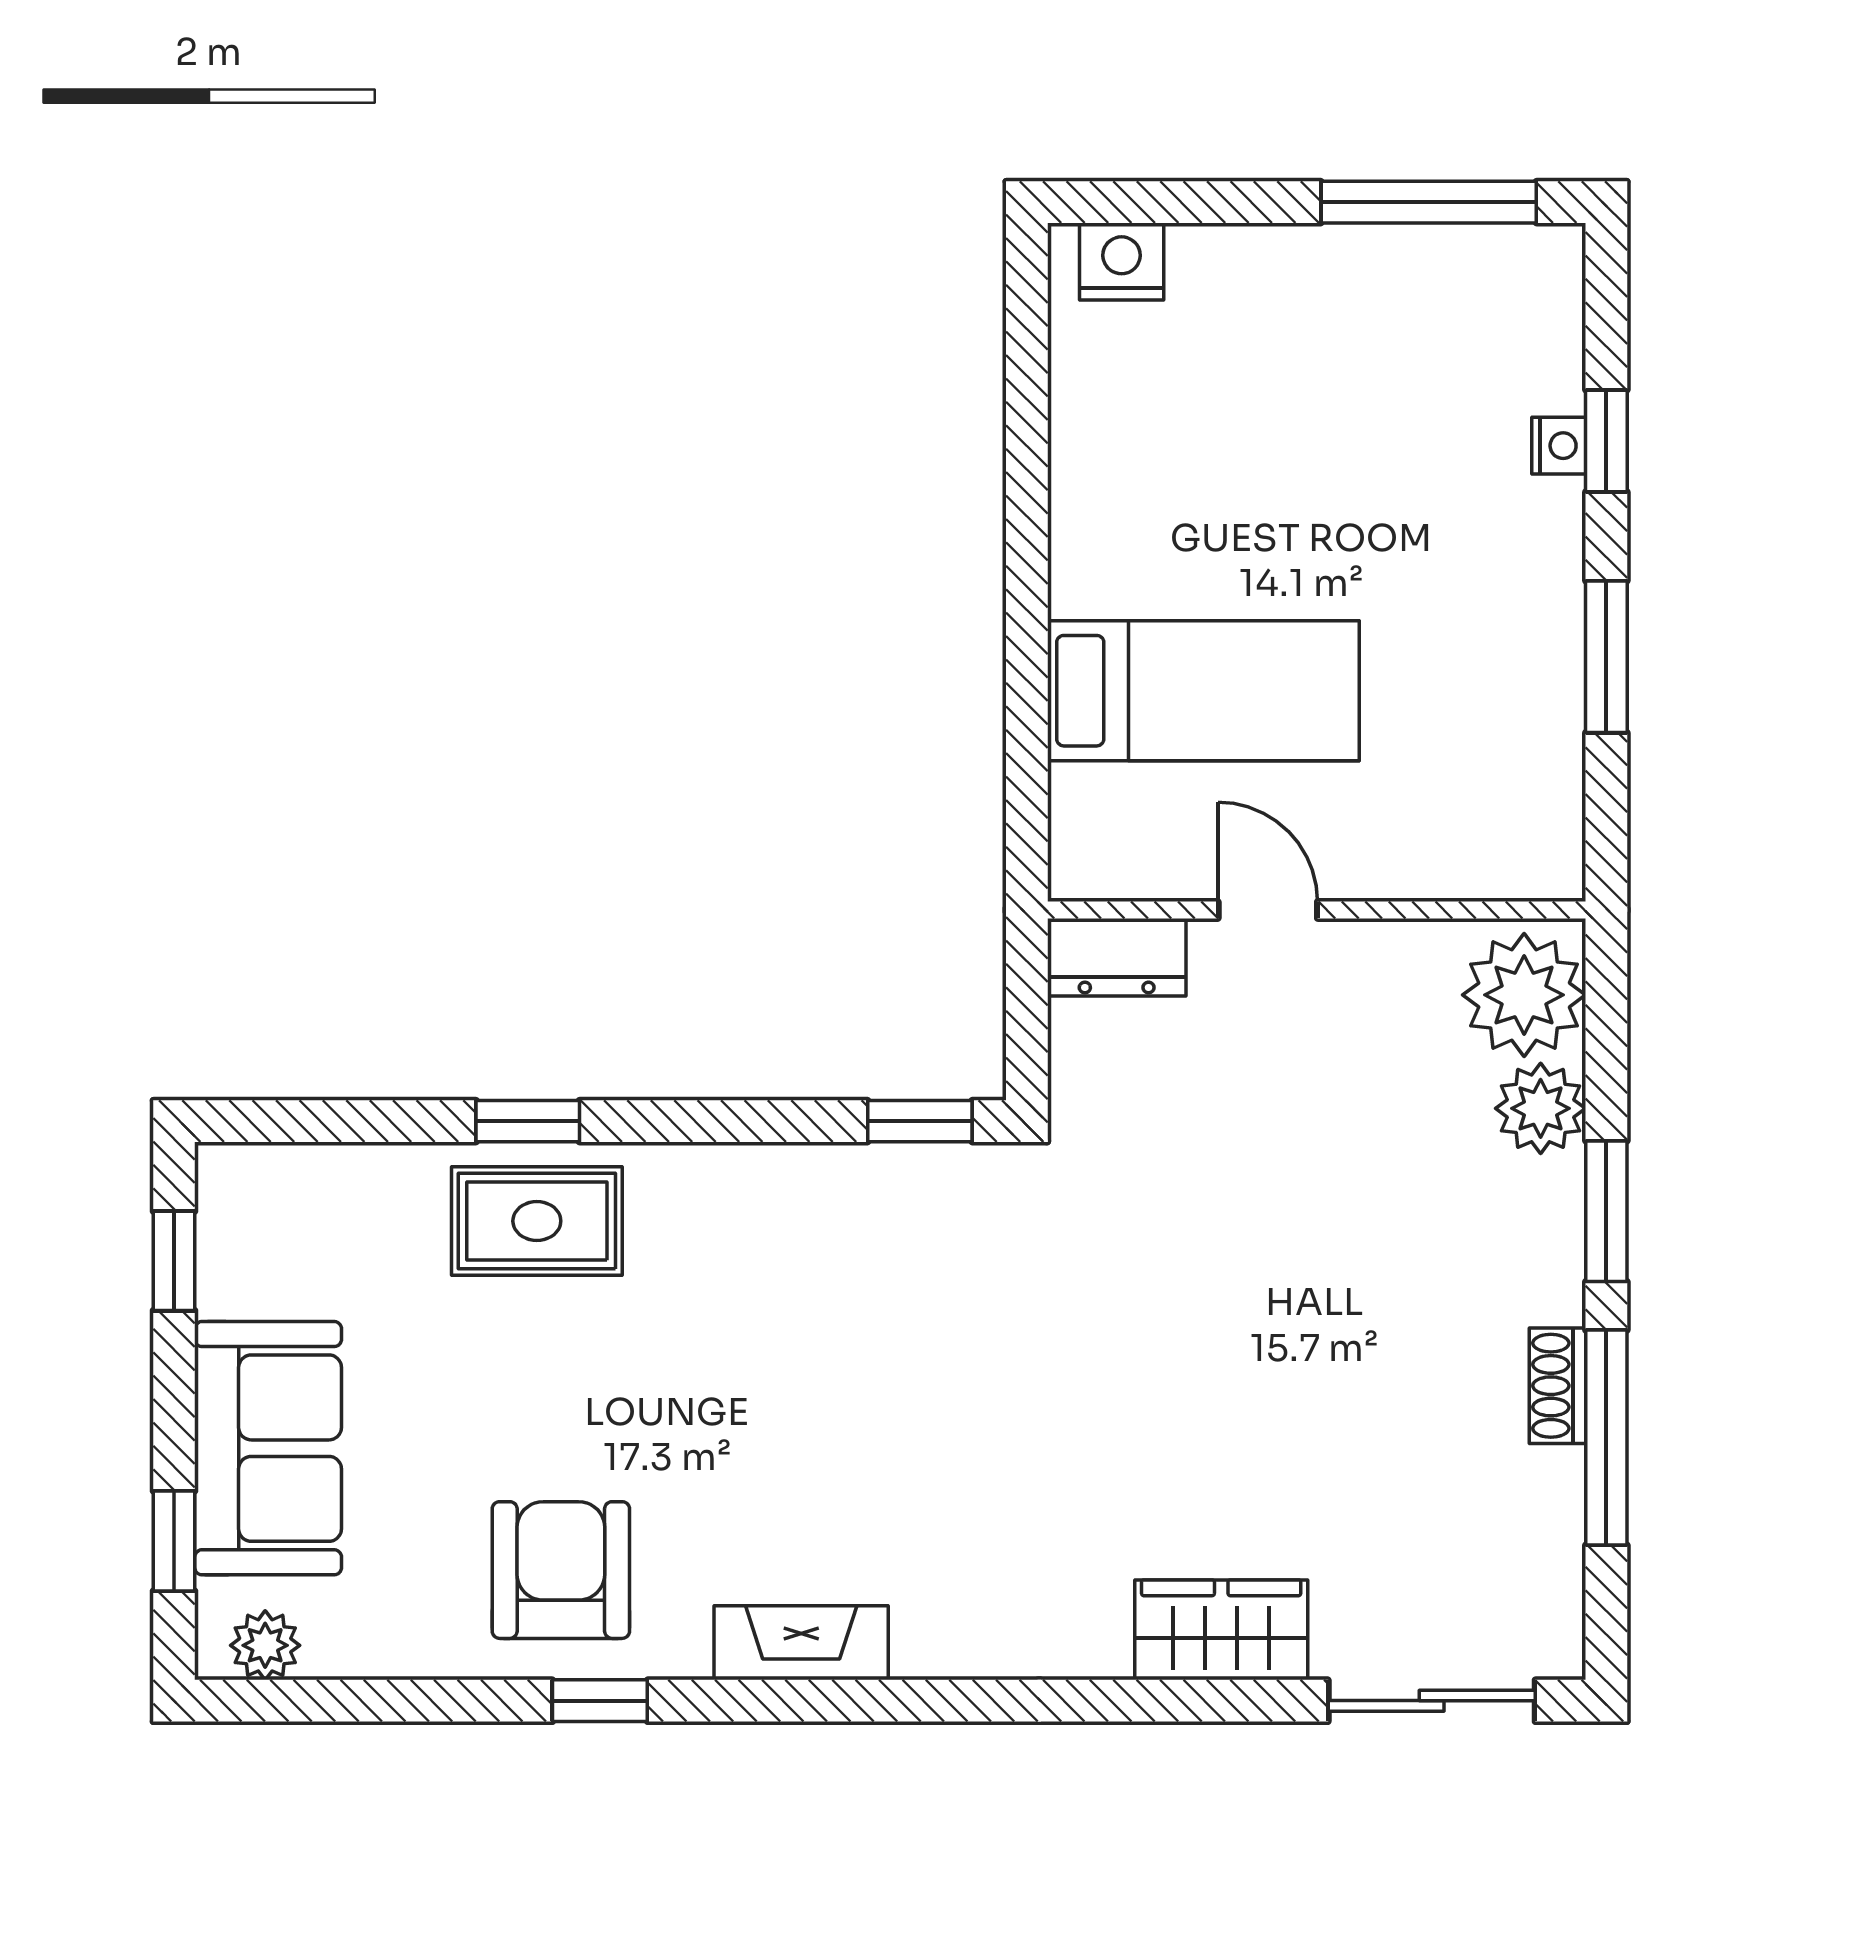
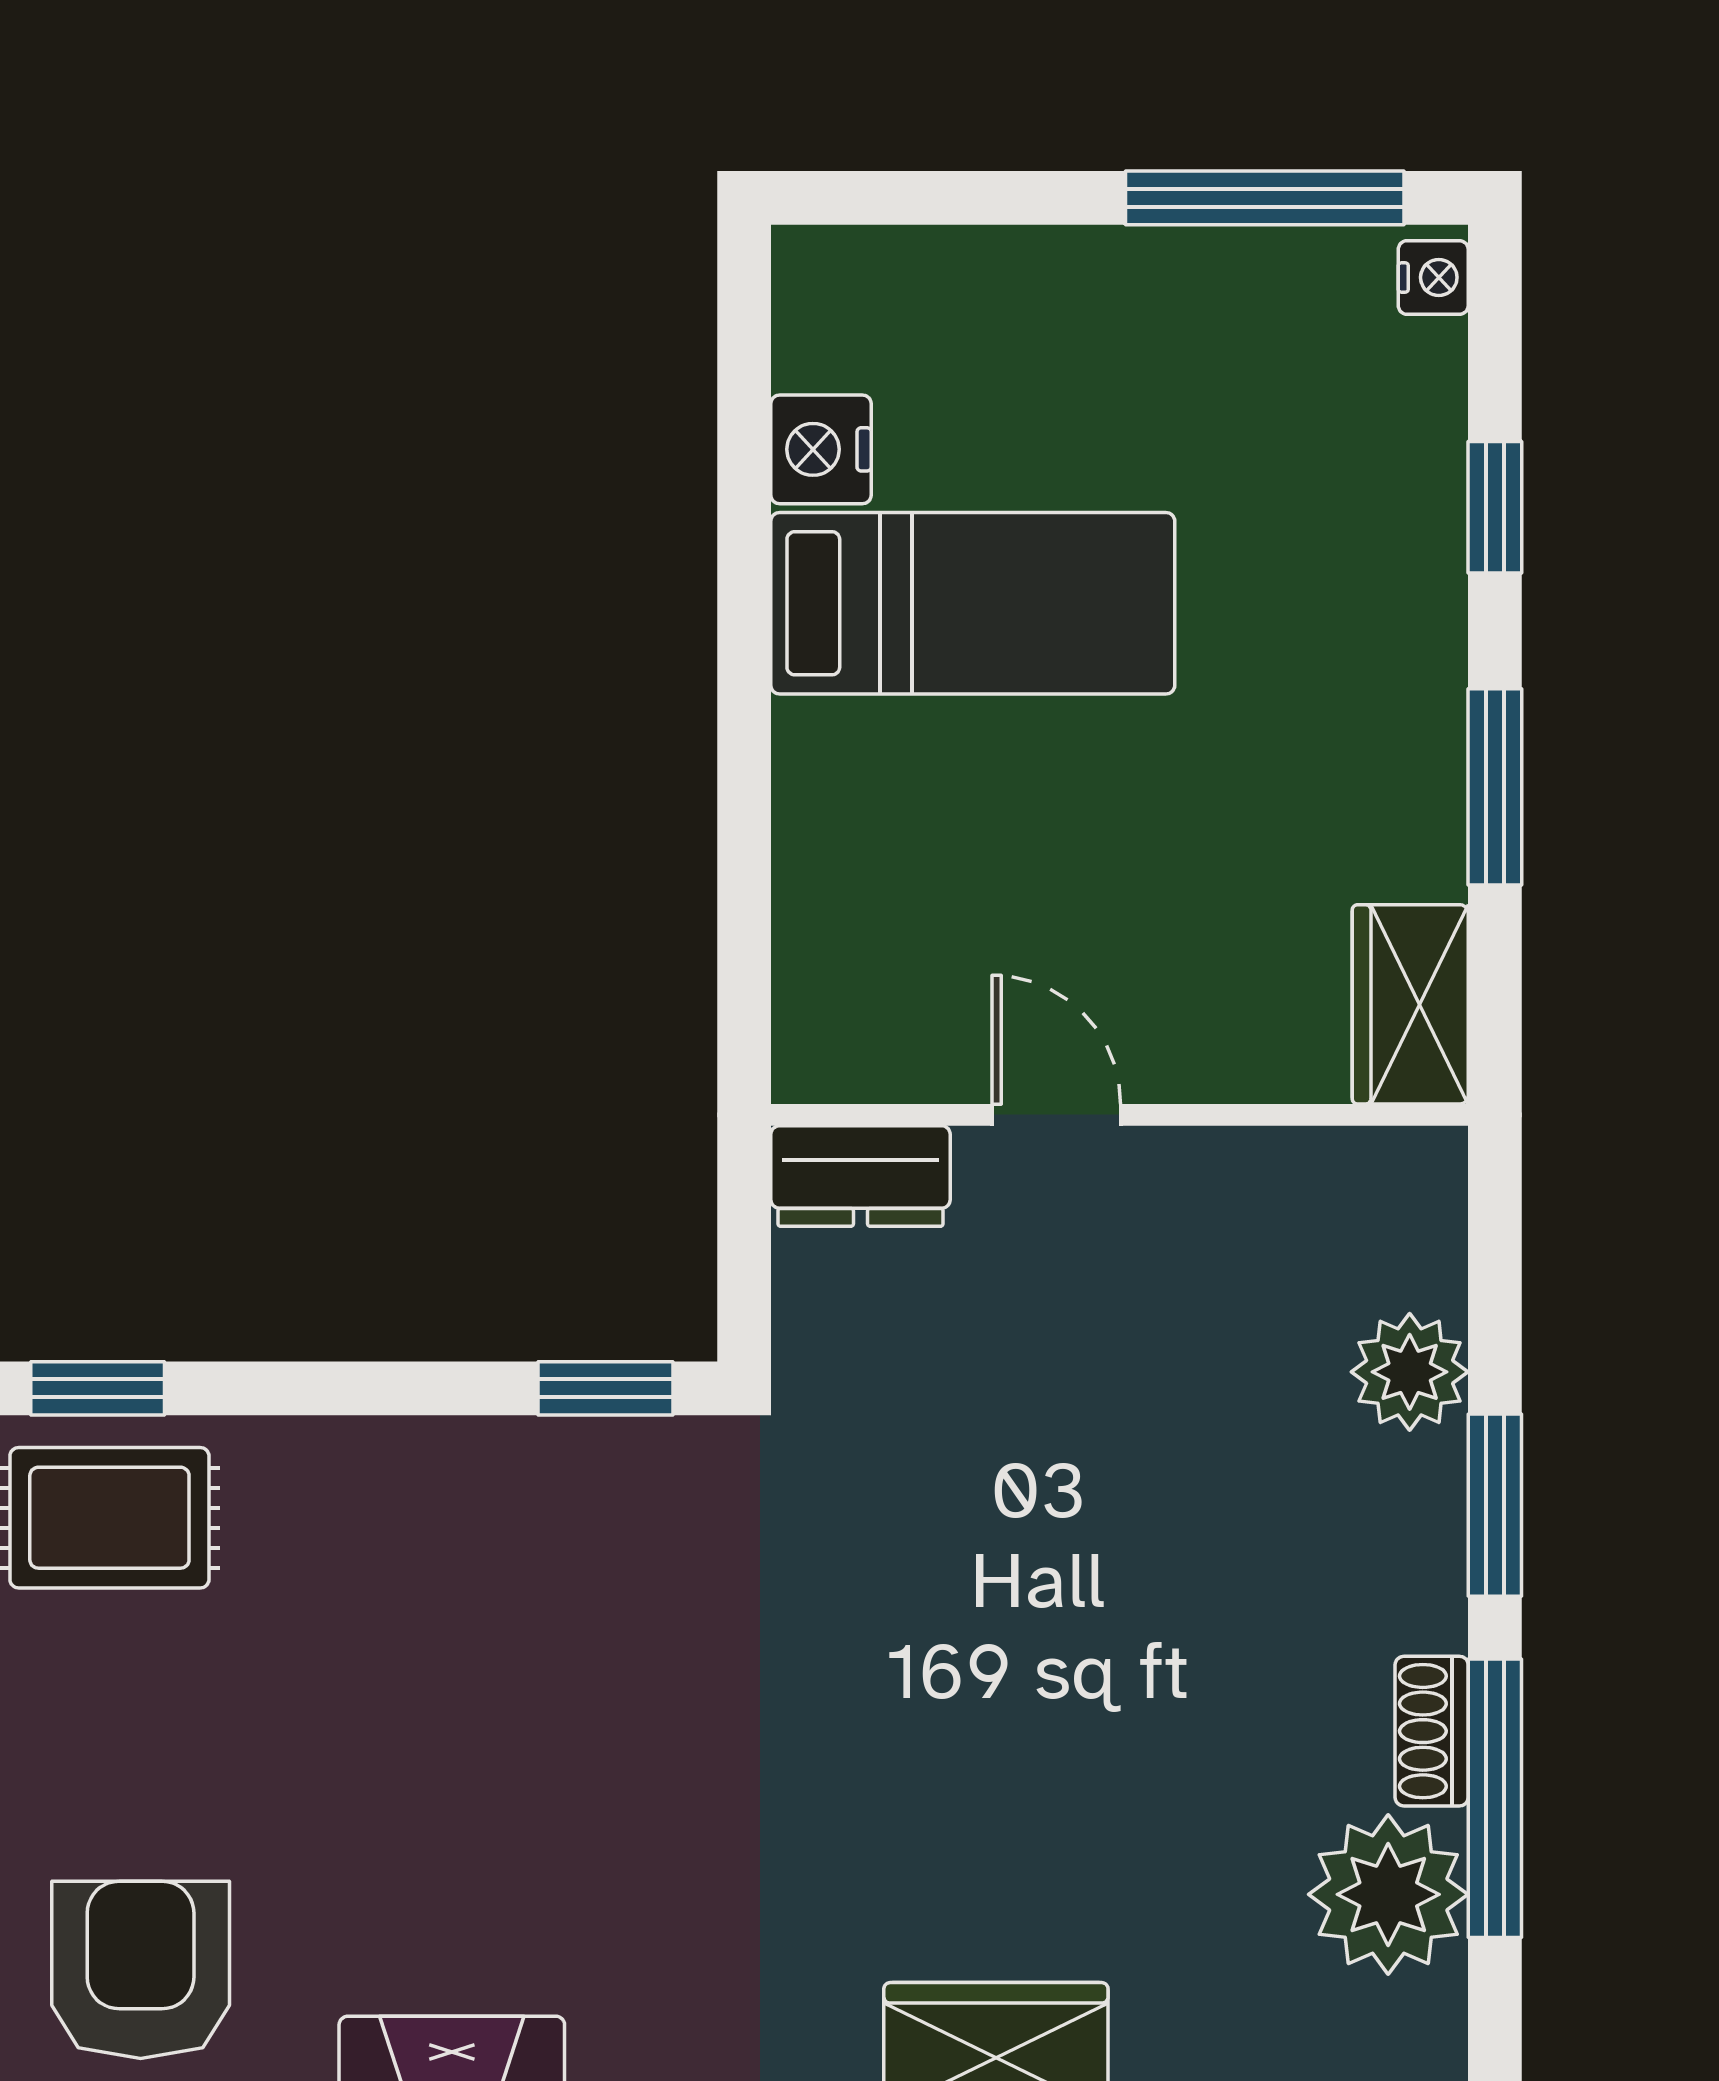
nightstand: (1122, 261) -> (821, 449), moved, turned -90
nightstand: (1559, 446) -> (1433, 277), moved
bed: (1203, 691) -> (973, 603), moved
wardrobe: (1541, 825) -> (1410, 1004), added
plant: (1524, 995) -> (1388, 1894), moved

